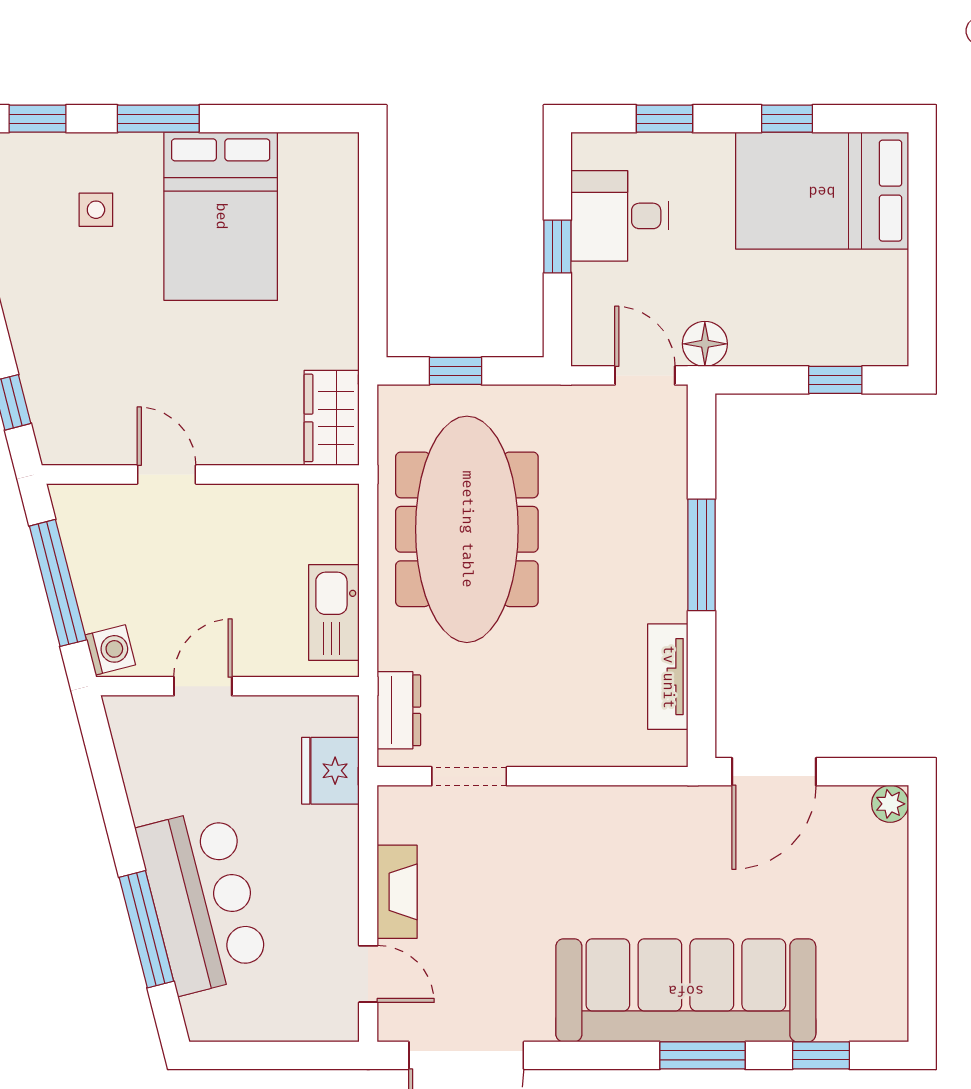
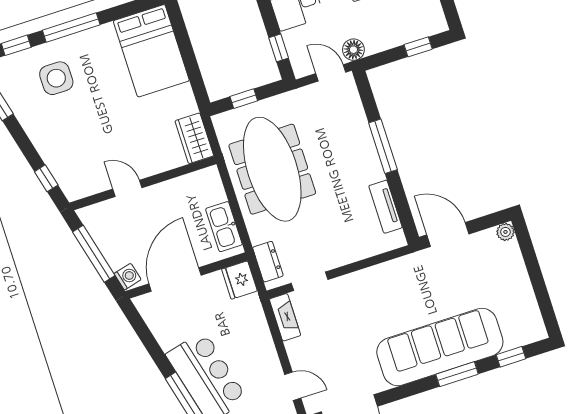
window: (158, 119) -> (71, 27), width x1.44
side table: (96, 210) -> (56, 78), width x1.87, depth x1.87
bed: (221, 216) -> (151, 51), moved
window: (557, 246) -> (279, 48), moved
door: (203, 686) -> (175, 279), width x1.88
fridge: (330, 771) -> (239, 280), moved
door: (774, 772) -> (448, 234), swing flipped
fireplace: (397, 892) -> (285, 317), moved

